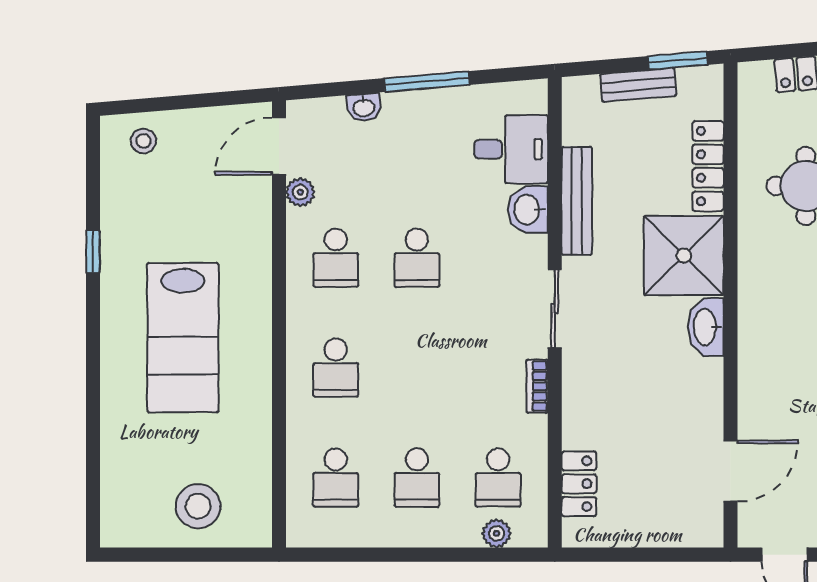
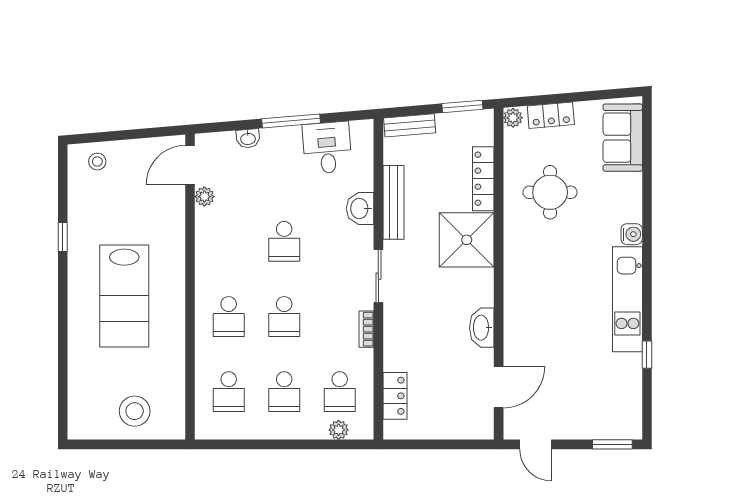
plant: (751, 77) -> (513, 118), added
bench: (638, 85) -> (410, 125), moved
desk: (511, 149) -> (327, 148), moved, turned -95
school desk: (336, 258) -> (284, 317), moved
washbasin: (706, 327) -> (482, 328), moved

